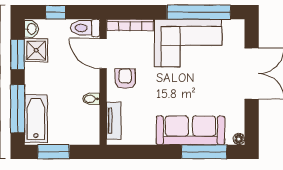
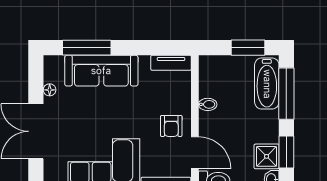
tv unit: (114, 121) -> (171, 63), moved, turned -90
floor lamp: (239, 139) -> (50, 90), moved

